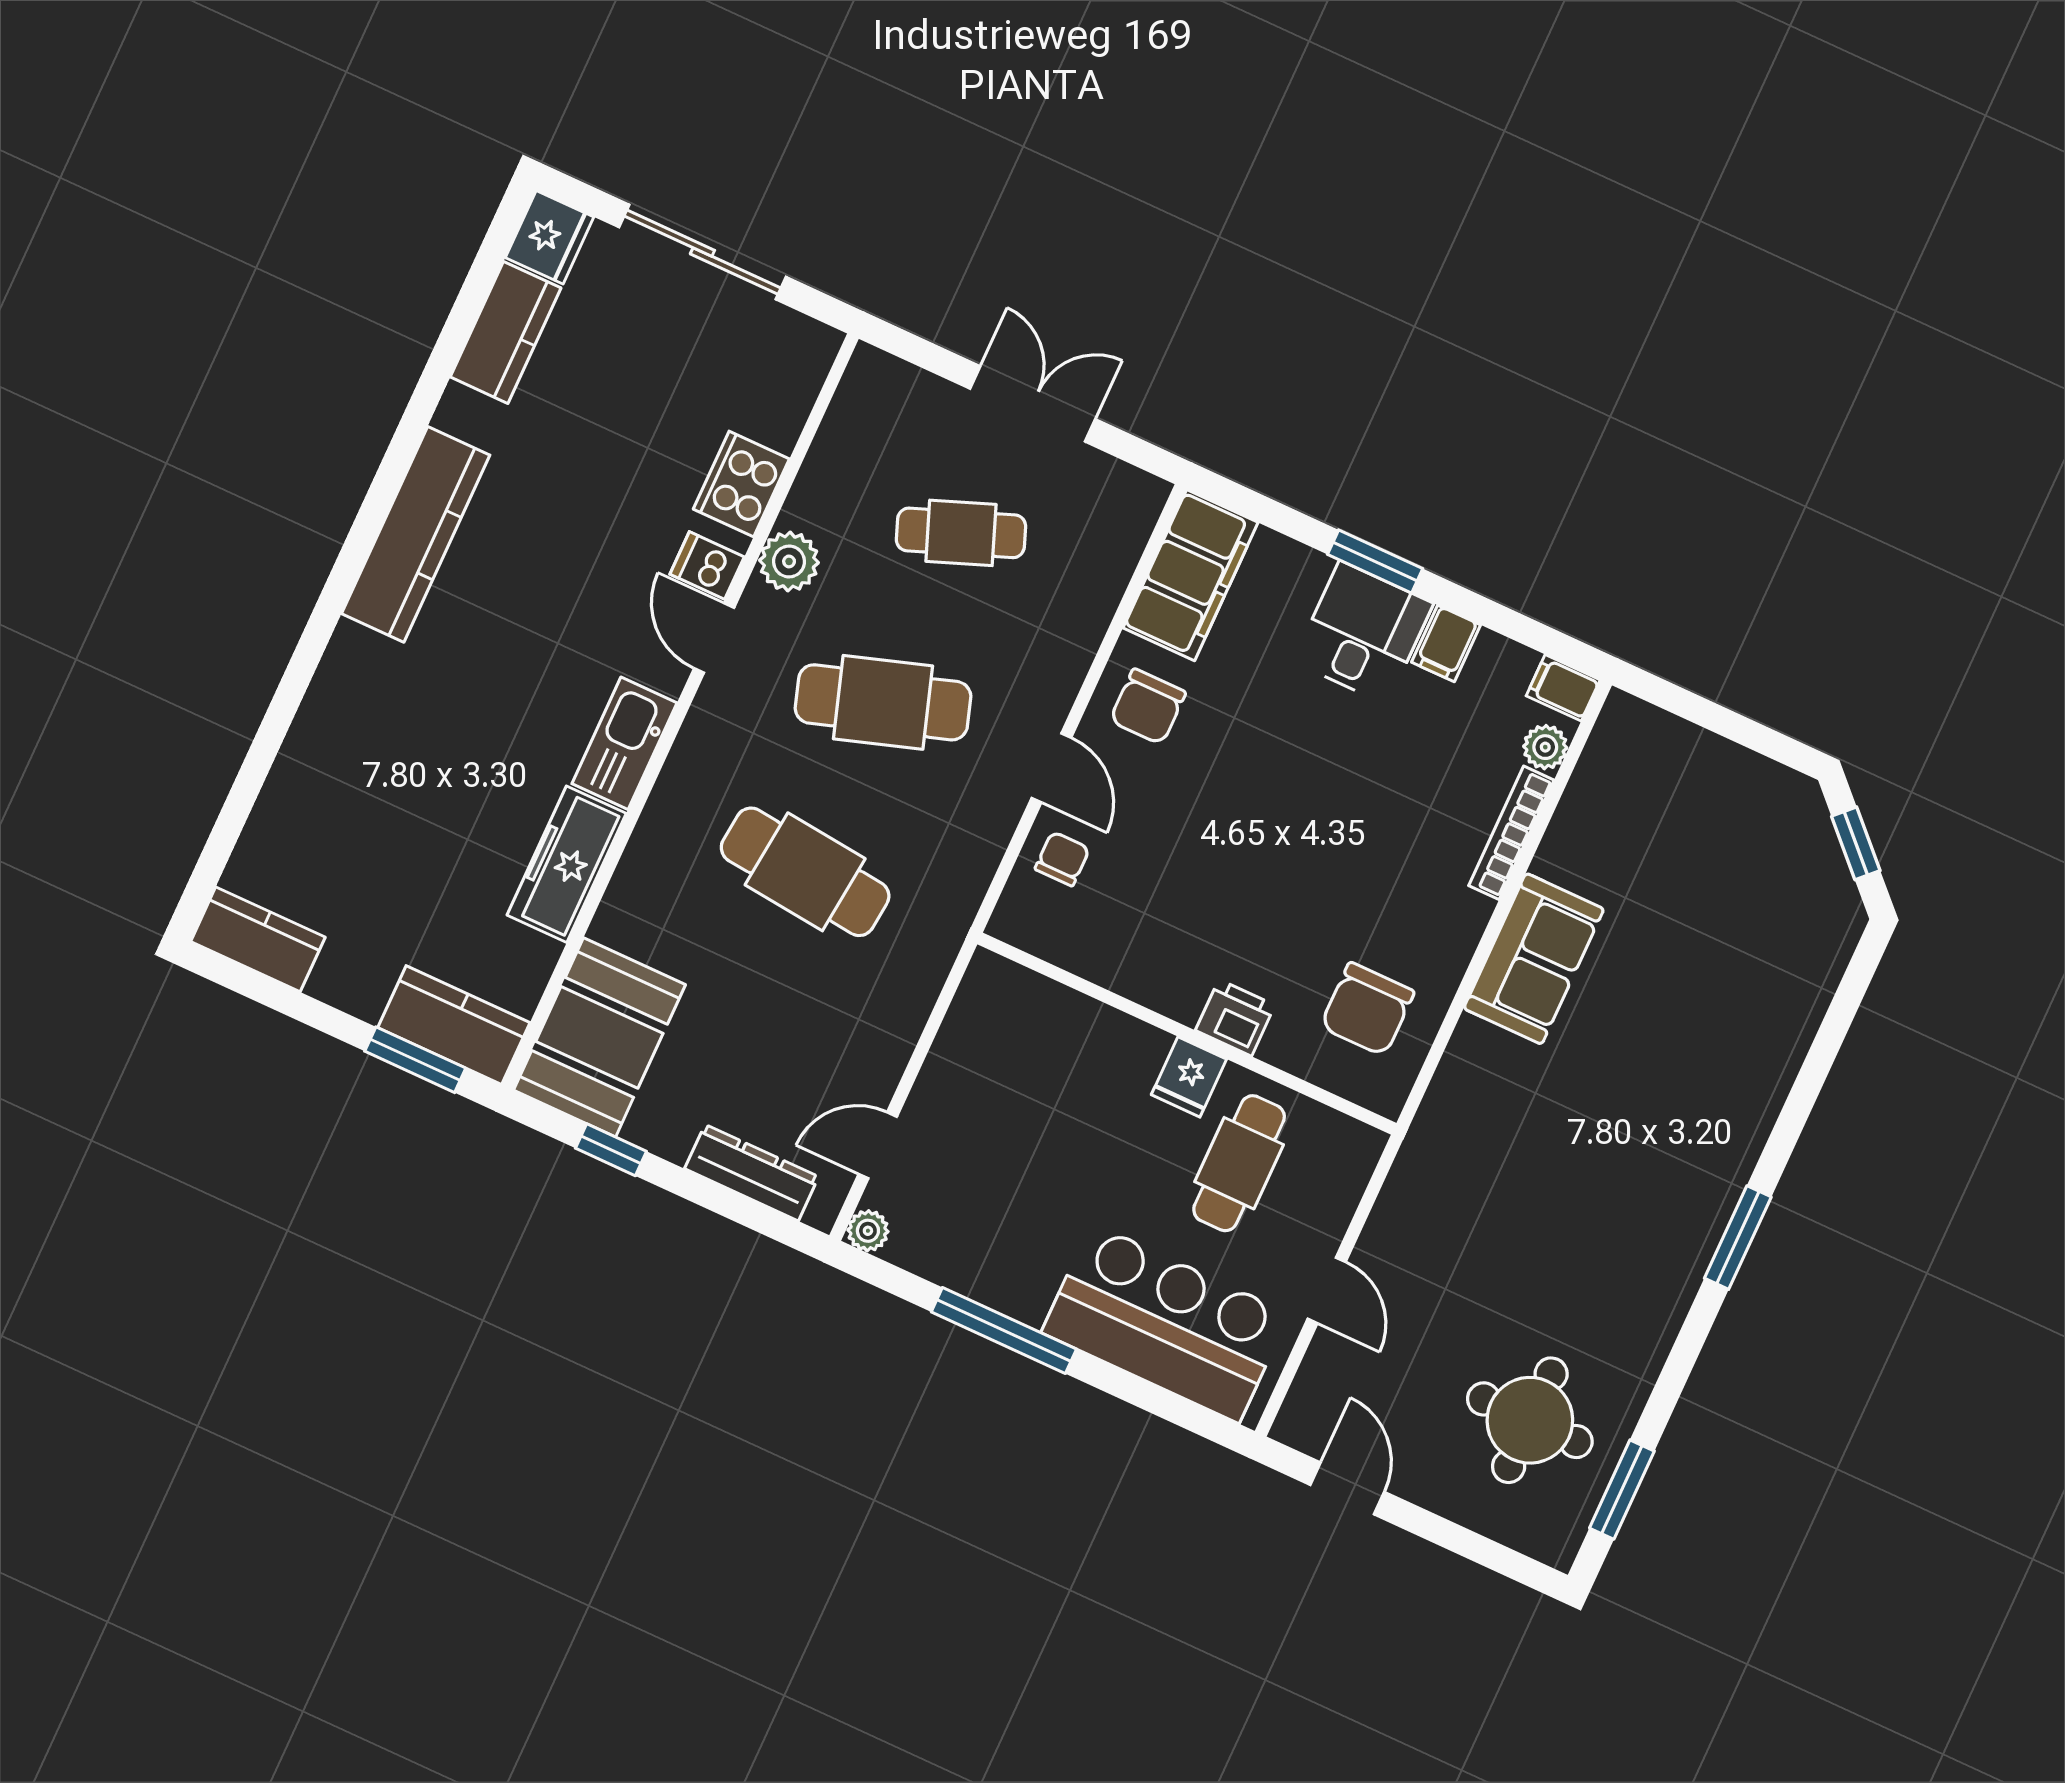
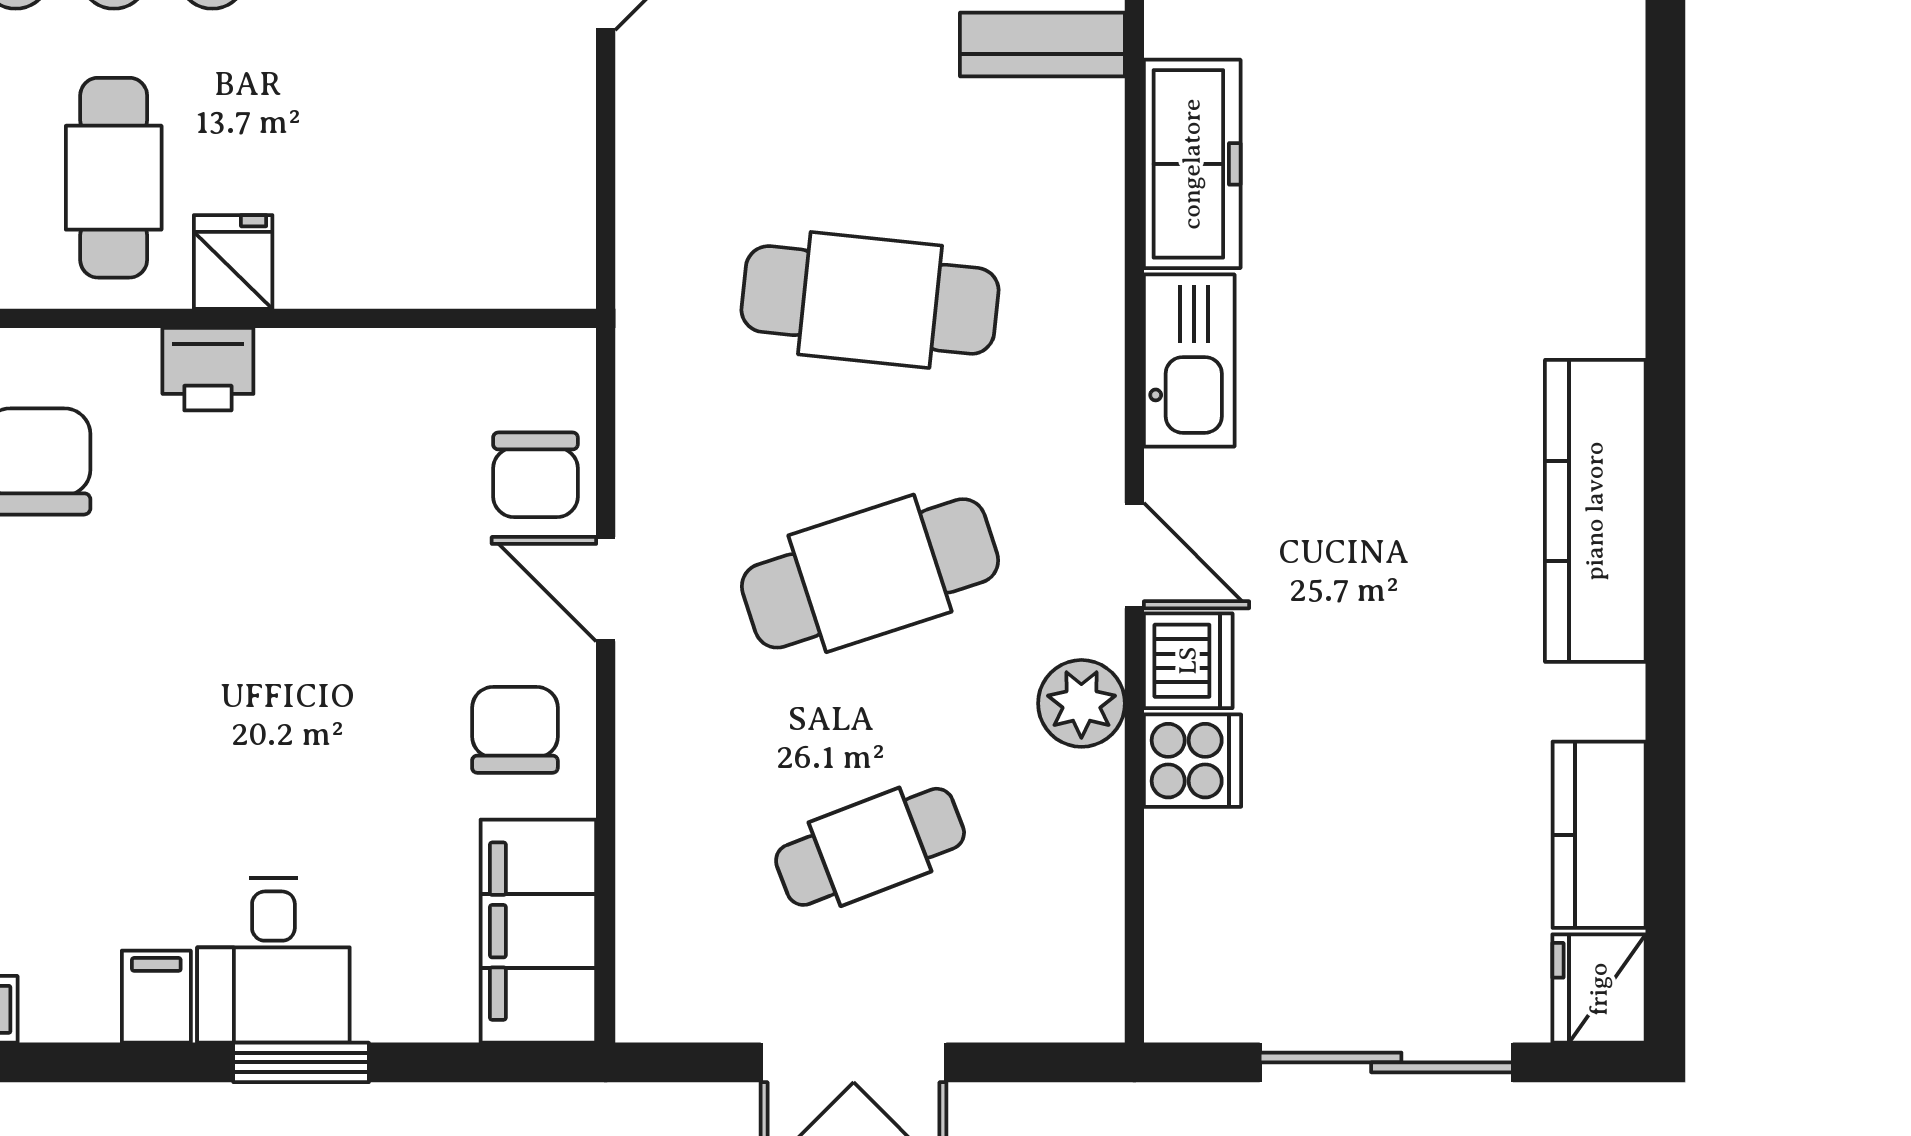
cooker: (741, 484) -> (1193, 761), width x0.73
dishwasher: (707, 566) -> (1188, 661), width x1.38
chair: (1062, 859) -> (535, 475), width x1.37, depth x1.37

